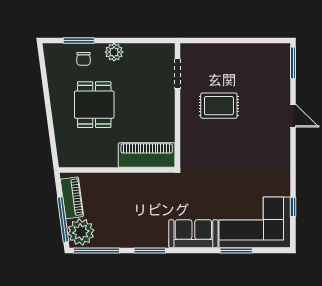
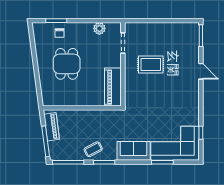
plant: (114, 52) -> (99, 28), moved
piano: (147, 155) -> (113, 87), moved, turned -90
coffee table: (133, 231) -> (93, 149), added
plant: (81, 232) -> (58, 150), removed

